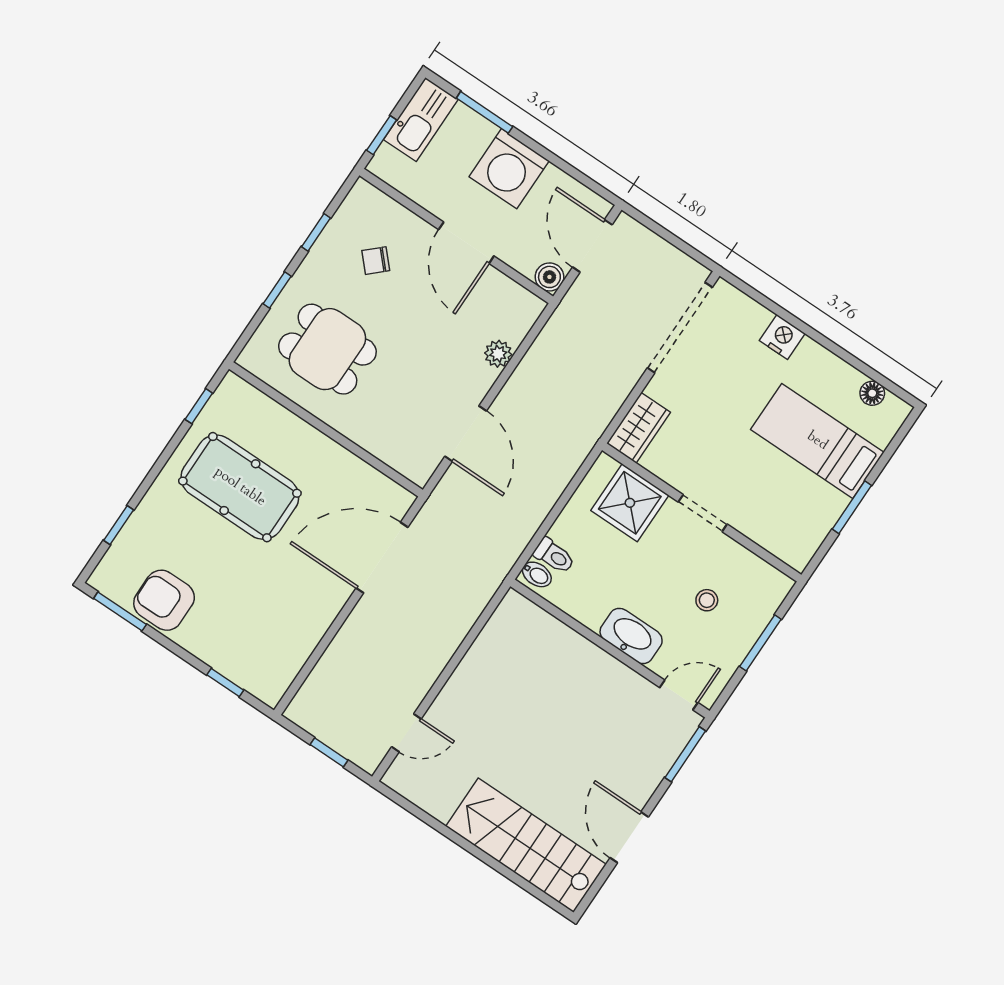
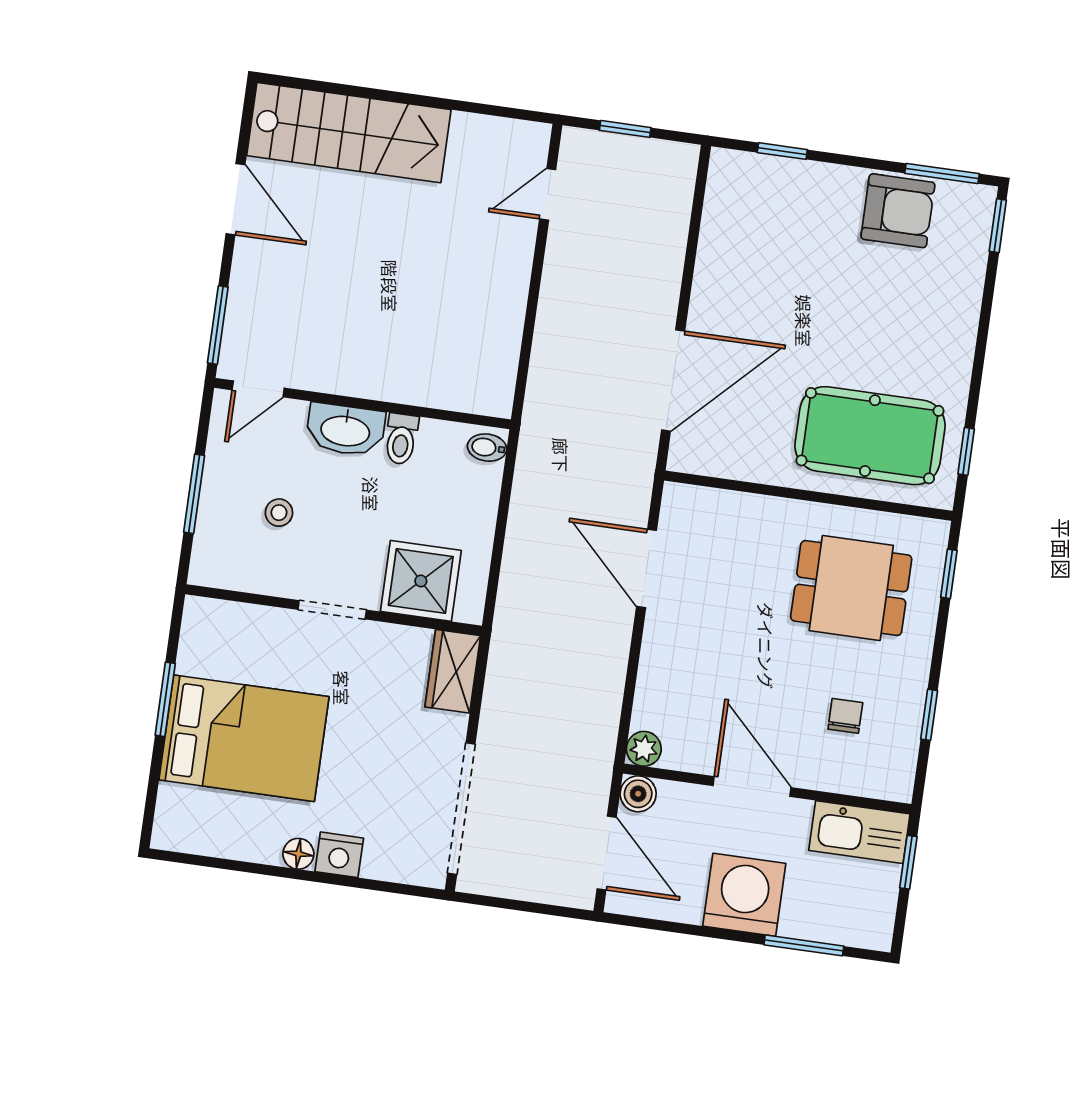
kitchen sink: (421, 119) -> (859, 832), moved, turned -90
chair: (376, 261) -> (845, 716), turned -47
window: (277, 290) -> (949, 574), moved
plant: (498, 354) -> (644, 749), moved
floor lamp: (872, 393) -> (298, 854), moved
bed: (817, 441) -> (244, 738), width x1.50
pool table: (240, 487) -> (870, 436), moved
window: (119, 525) -> (998, 226), moved
toilet: (554, 556) -> (401, 439), moved, turned -90

